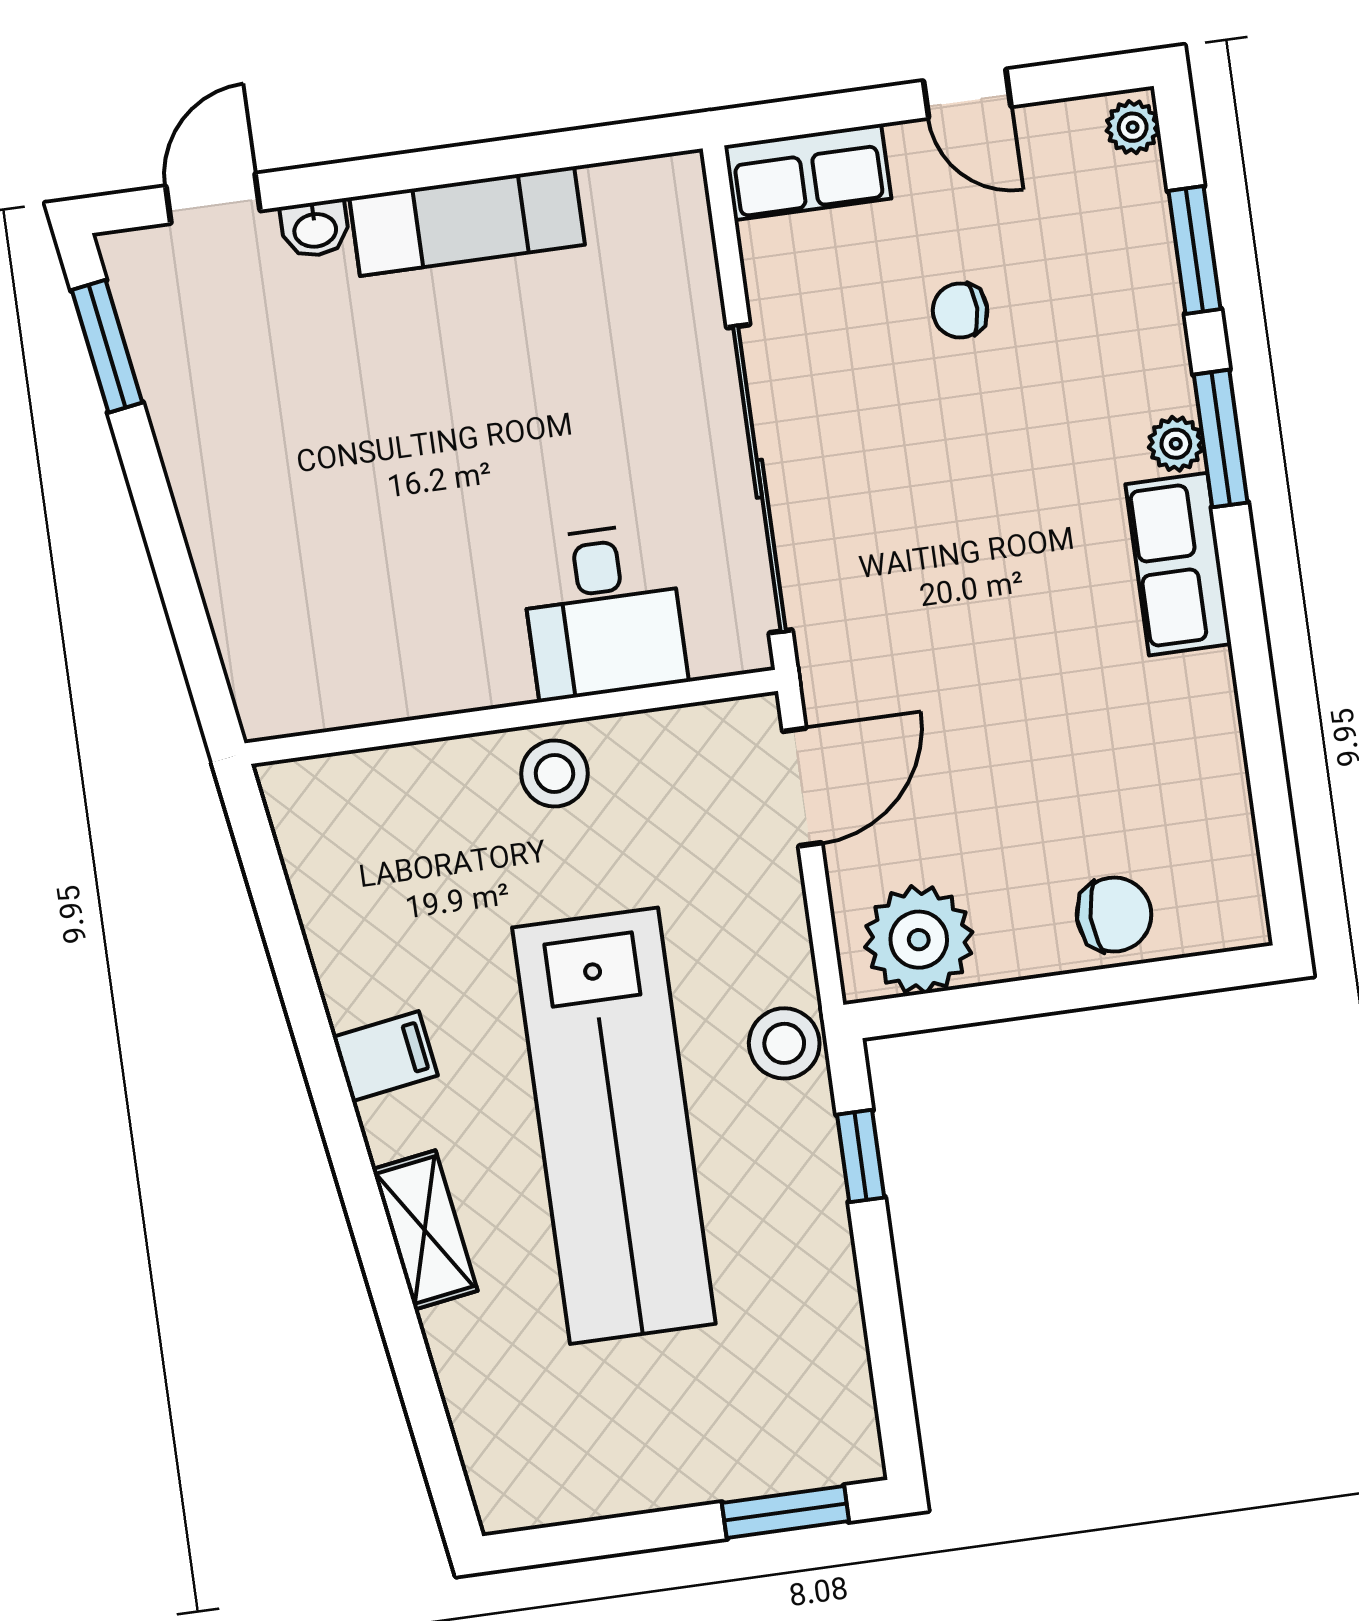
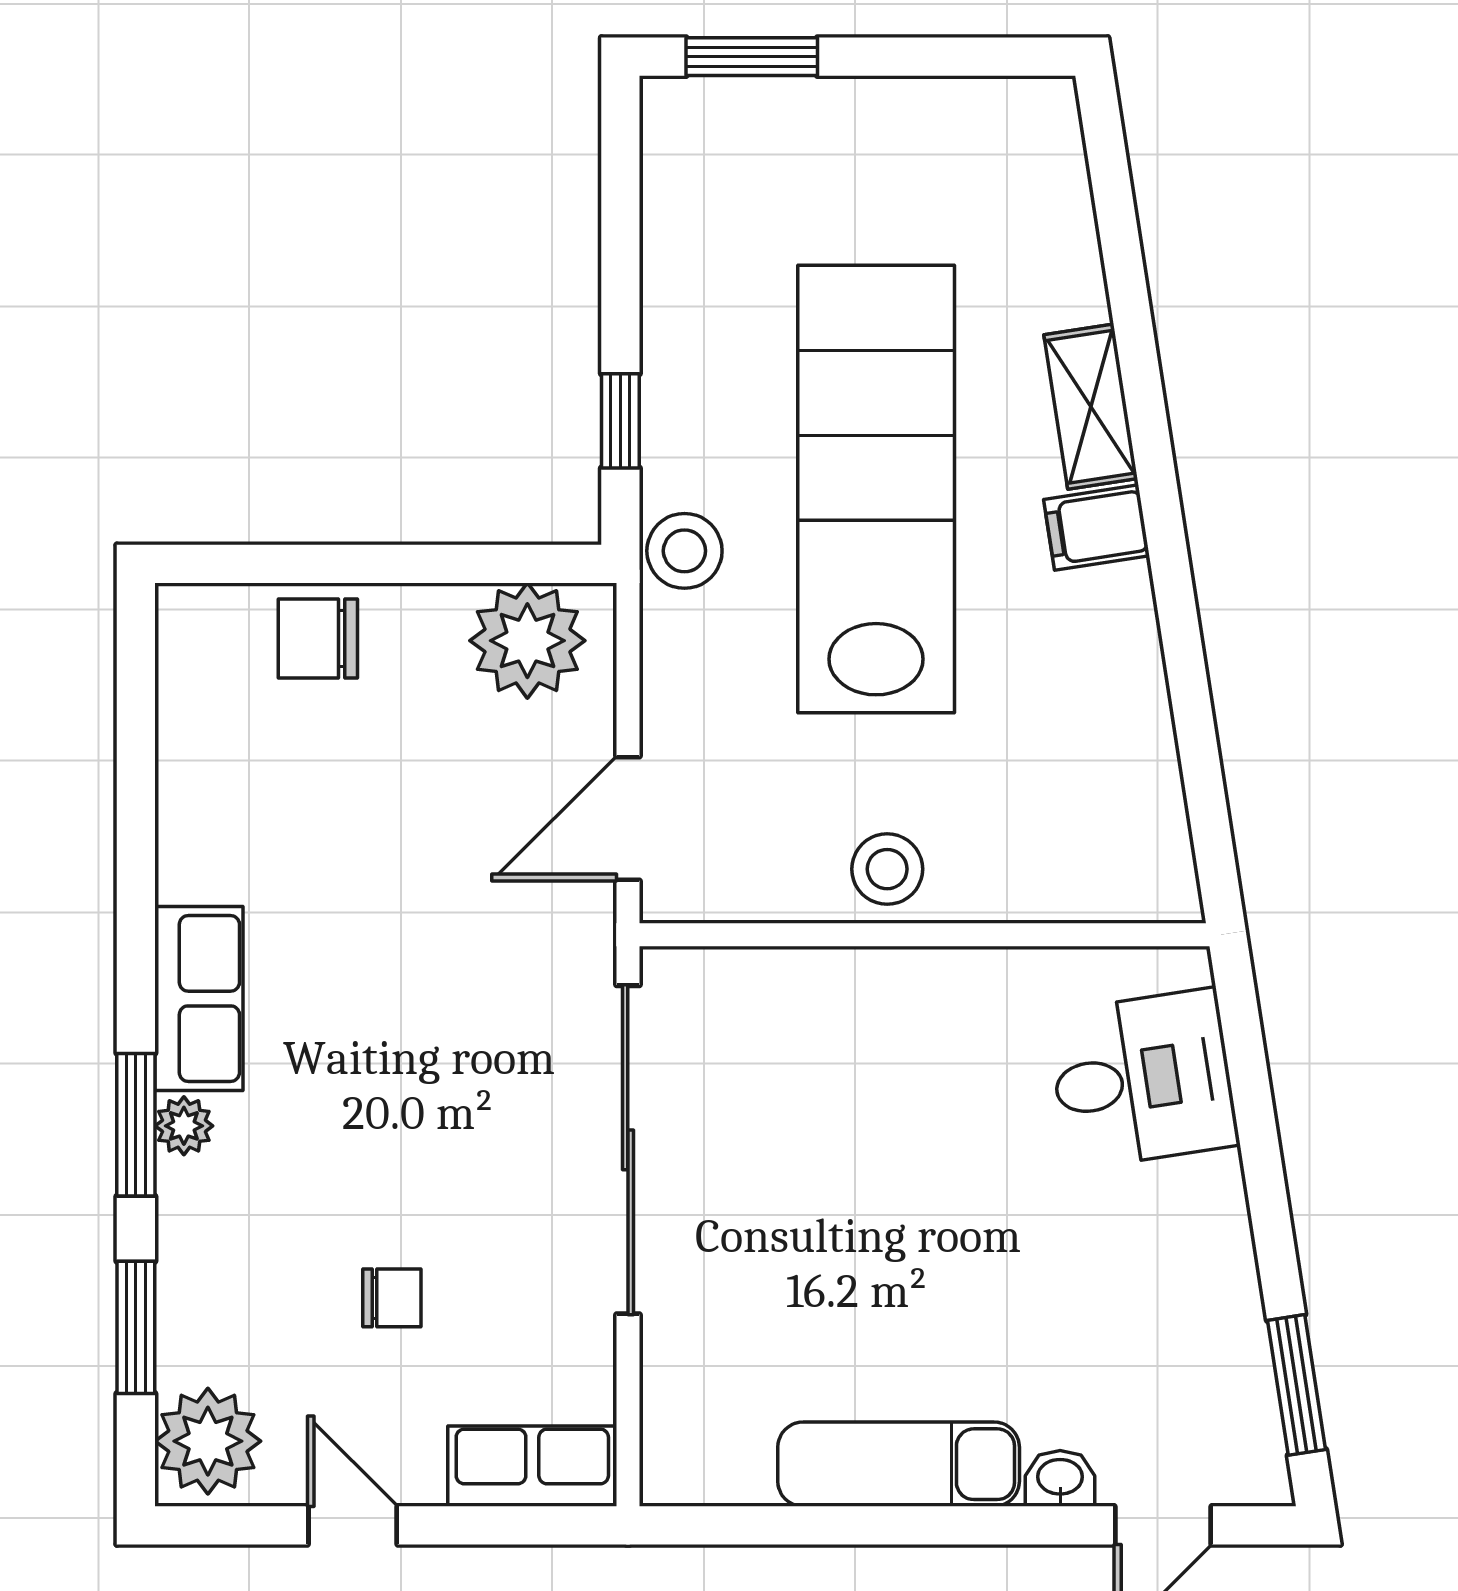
plant: (1133, 127) -> (208, 1441), width x1.87, depth x1.87
desk: (603, 611) -> (1143, 1079), moved, turned 81
filing cabinet: (385, 1056) -> (1097, 528), moved

